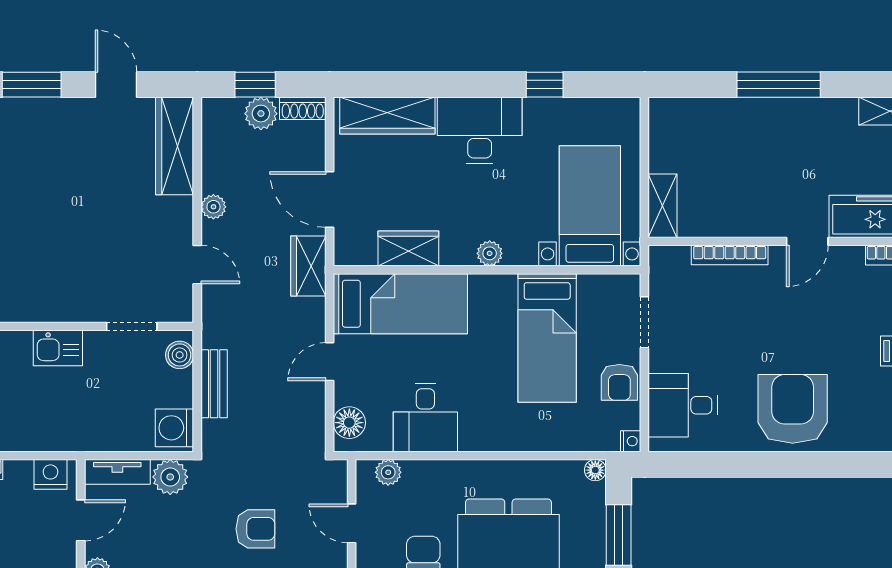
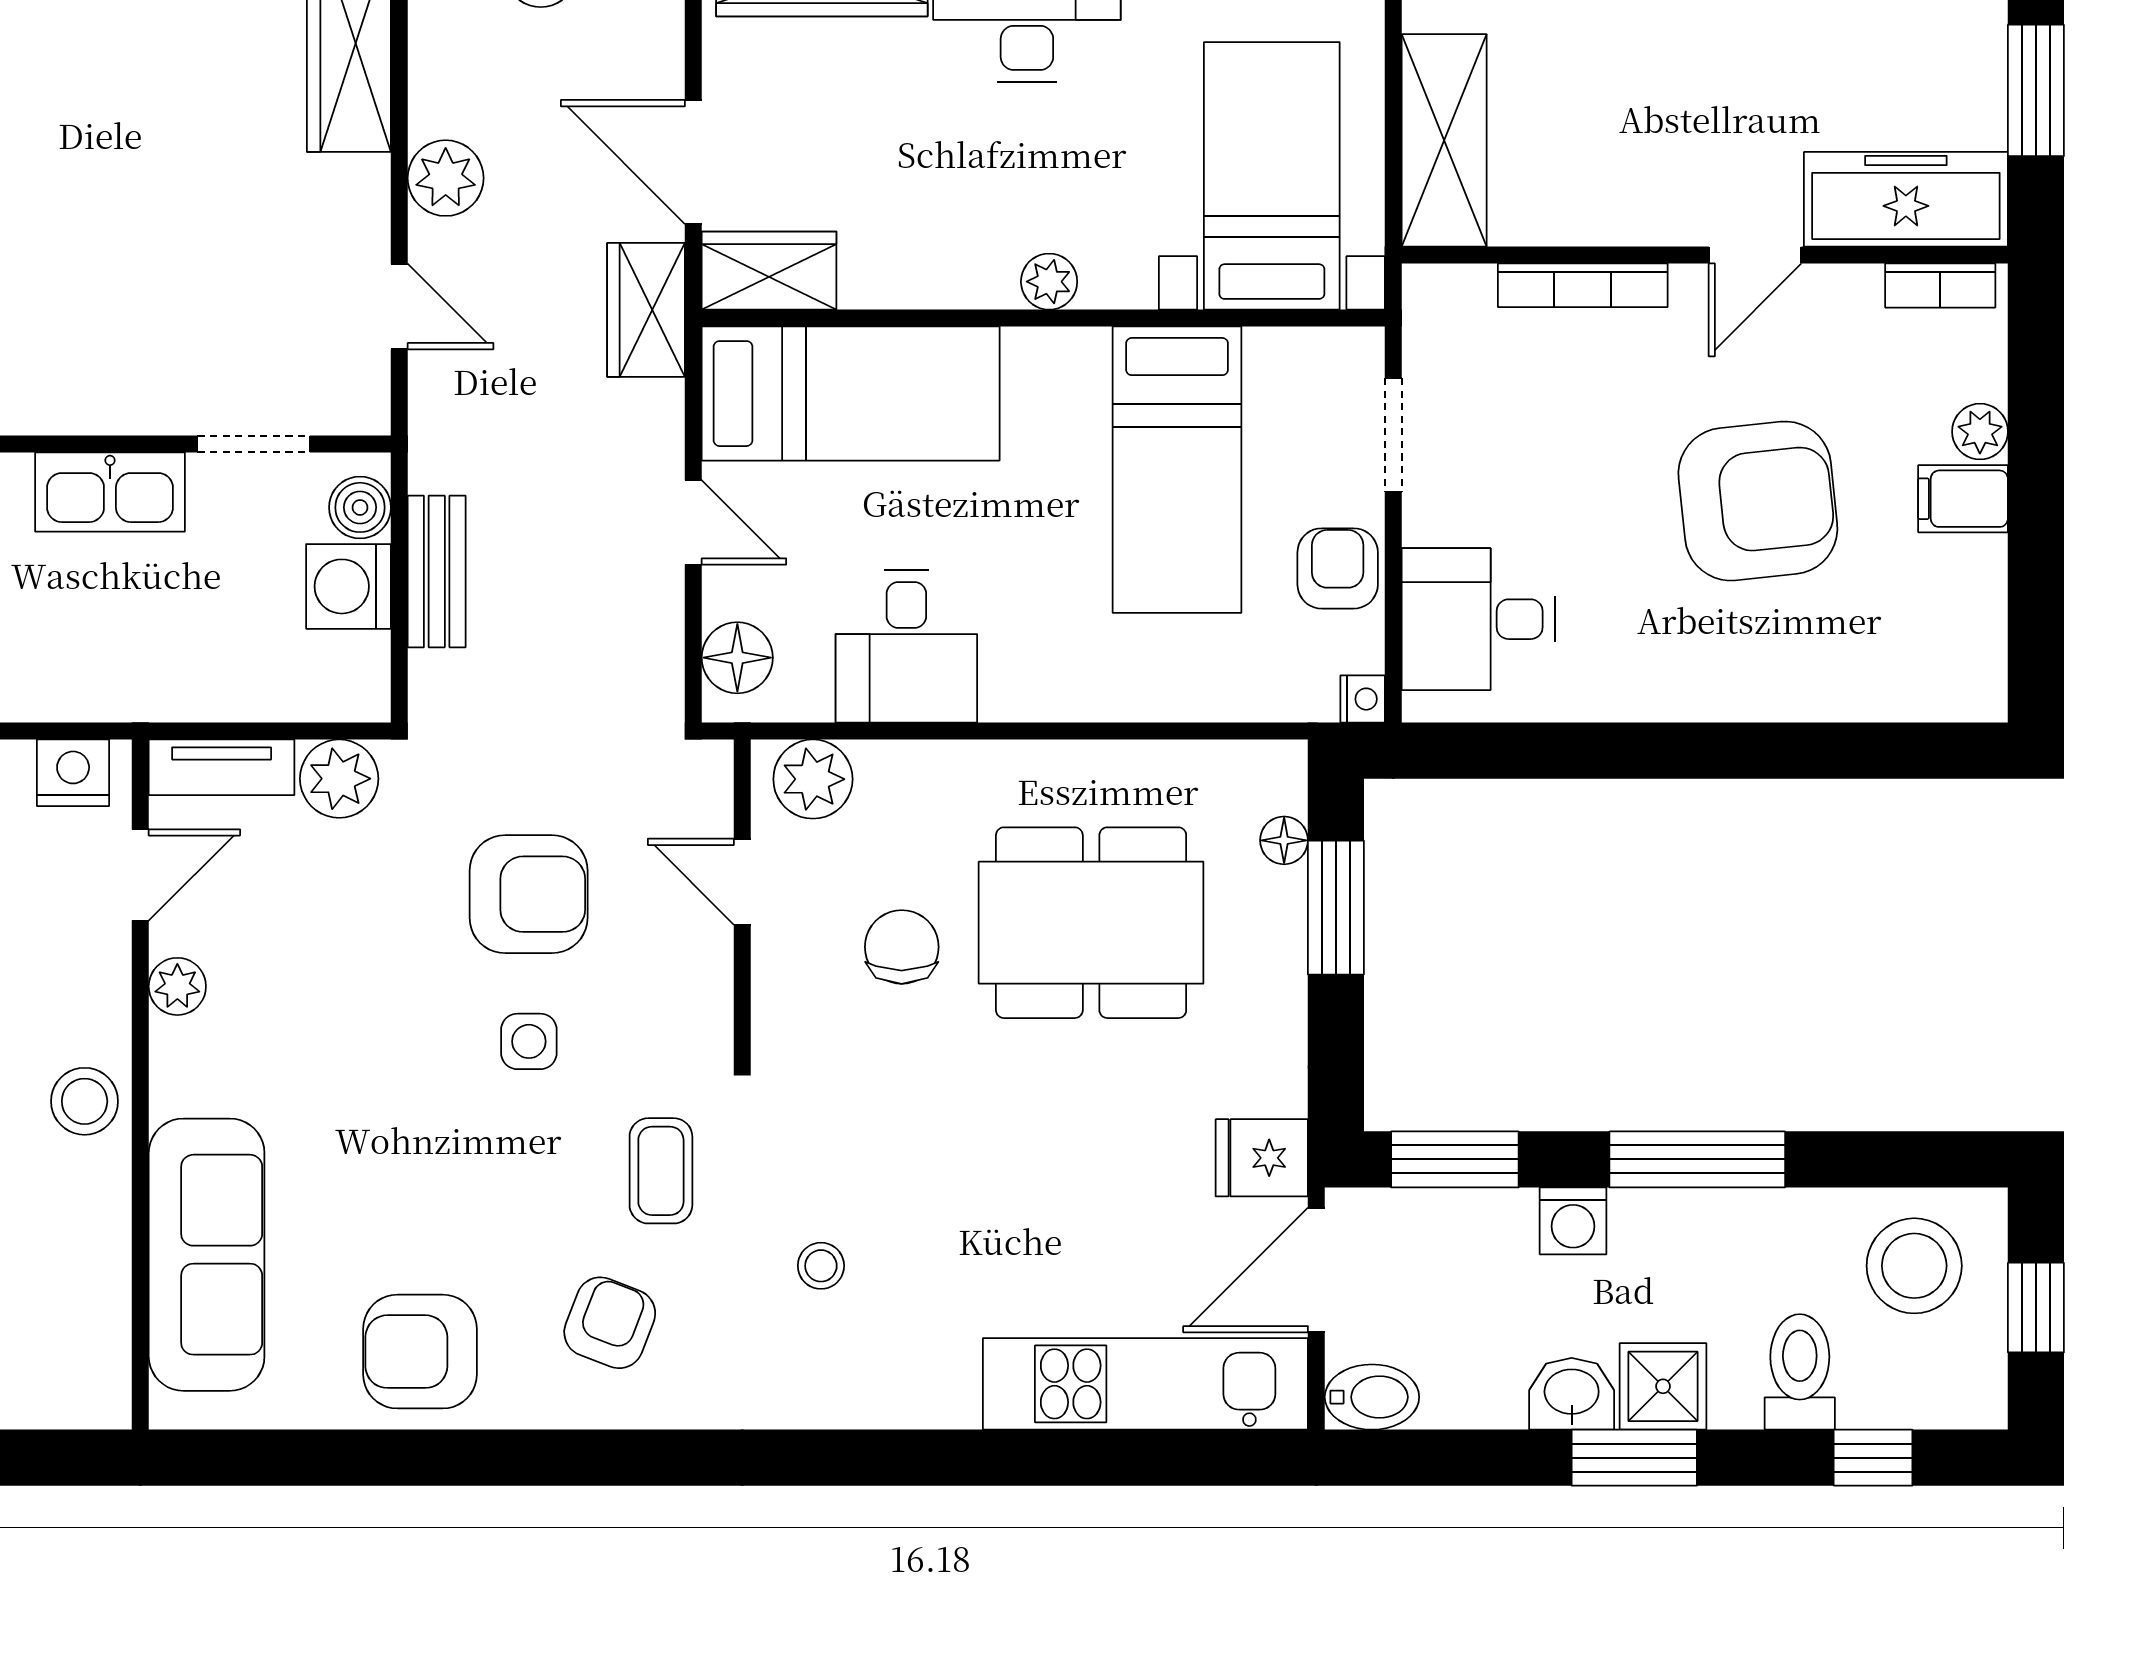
shelving: (663, 206) -> (1444, 140), width x1.50, depth x1.33
plant: (213, 207) -> (446, 178), width x1.38, depth x1.38
wardrobe: (408, 248) -> (769, 271), moved
kitchen sink: (58, 348) -> (110, 492), width x1.38
door: (330, 362) -> (693, 522), swing flipped
armchair: (619, 382) -> (1338, 568), turned 180
armchair: (793, 409) -> (1758, 501), moved, turned 84
washing machine: (174, 428) -> (349, 586), moved
floor lamp: (595, 470) -> (1284, 840), moved
plant: (388, 472) -> (813, 779), width x1.38, depth x1.38
armchair: (255, 529) -> (529, 894), width x1.38, depth x1.38

